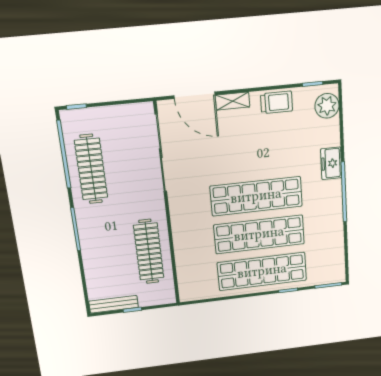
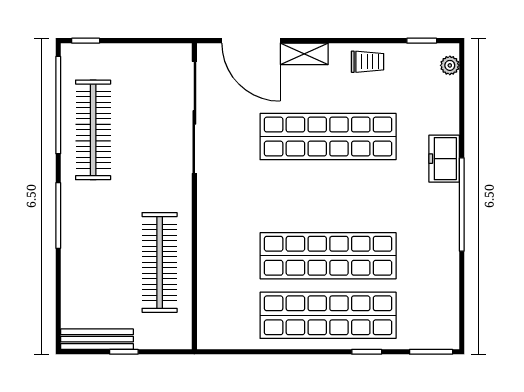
trolley: (276, 102) -> (368, 62), width x0.73, depth x0.72
plant: (327, 106) -> (450, 65), width x0.53, depth x0.53
shop shelf: (256, 196) -> (328, 137), moved

